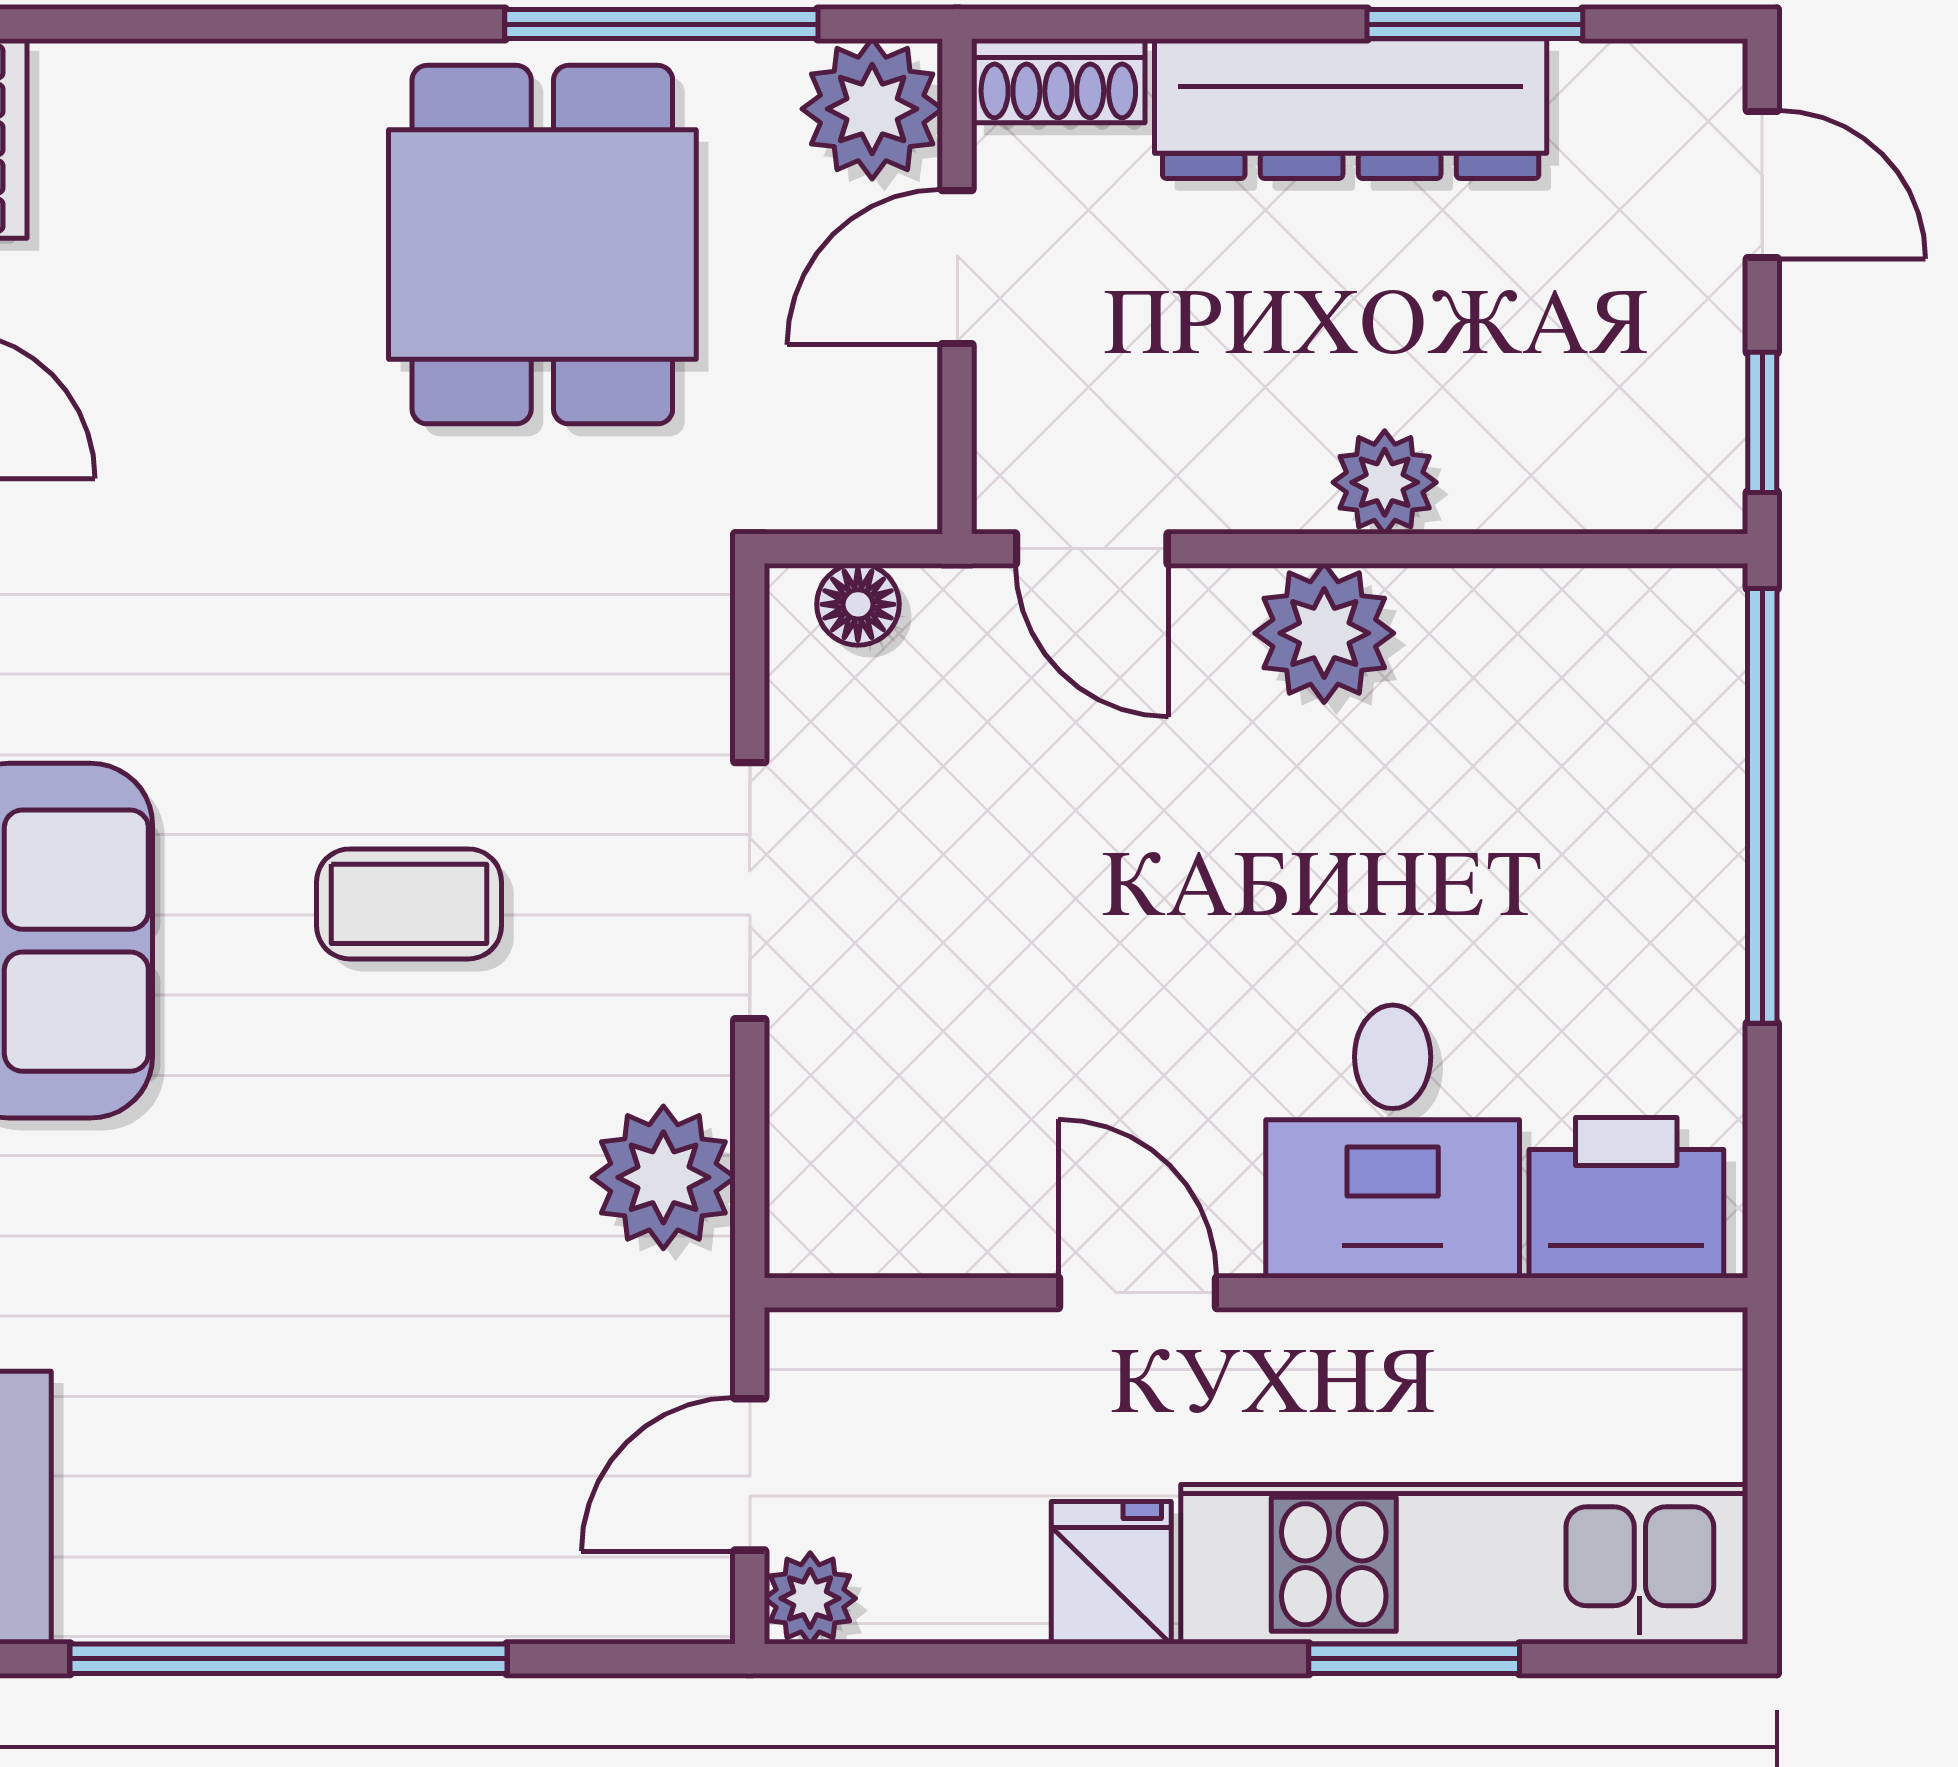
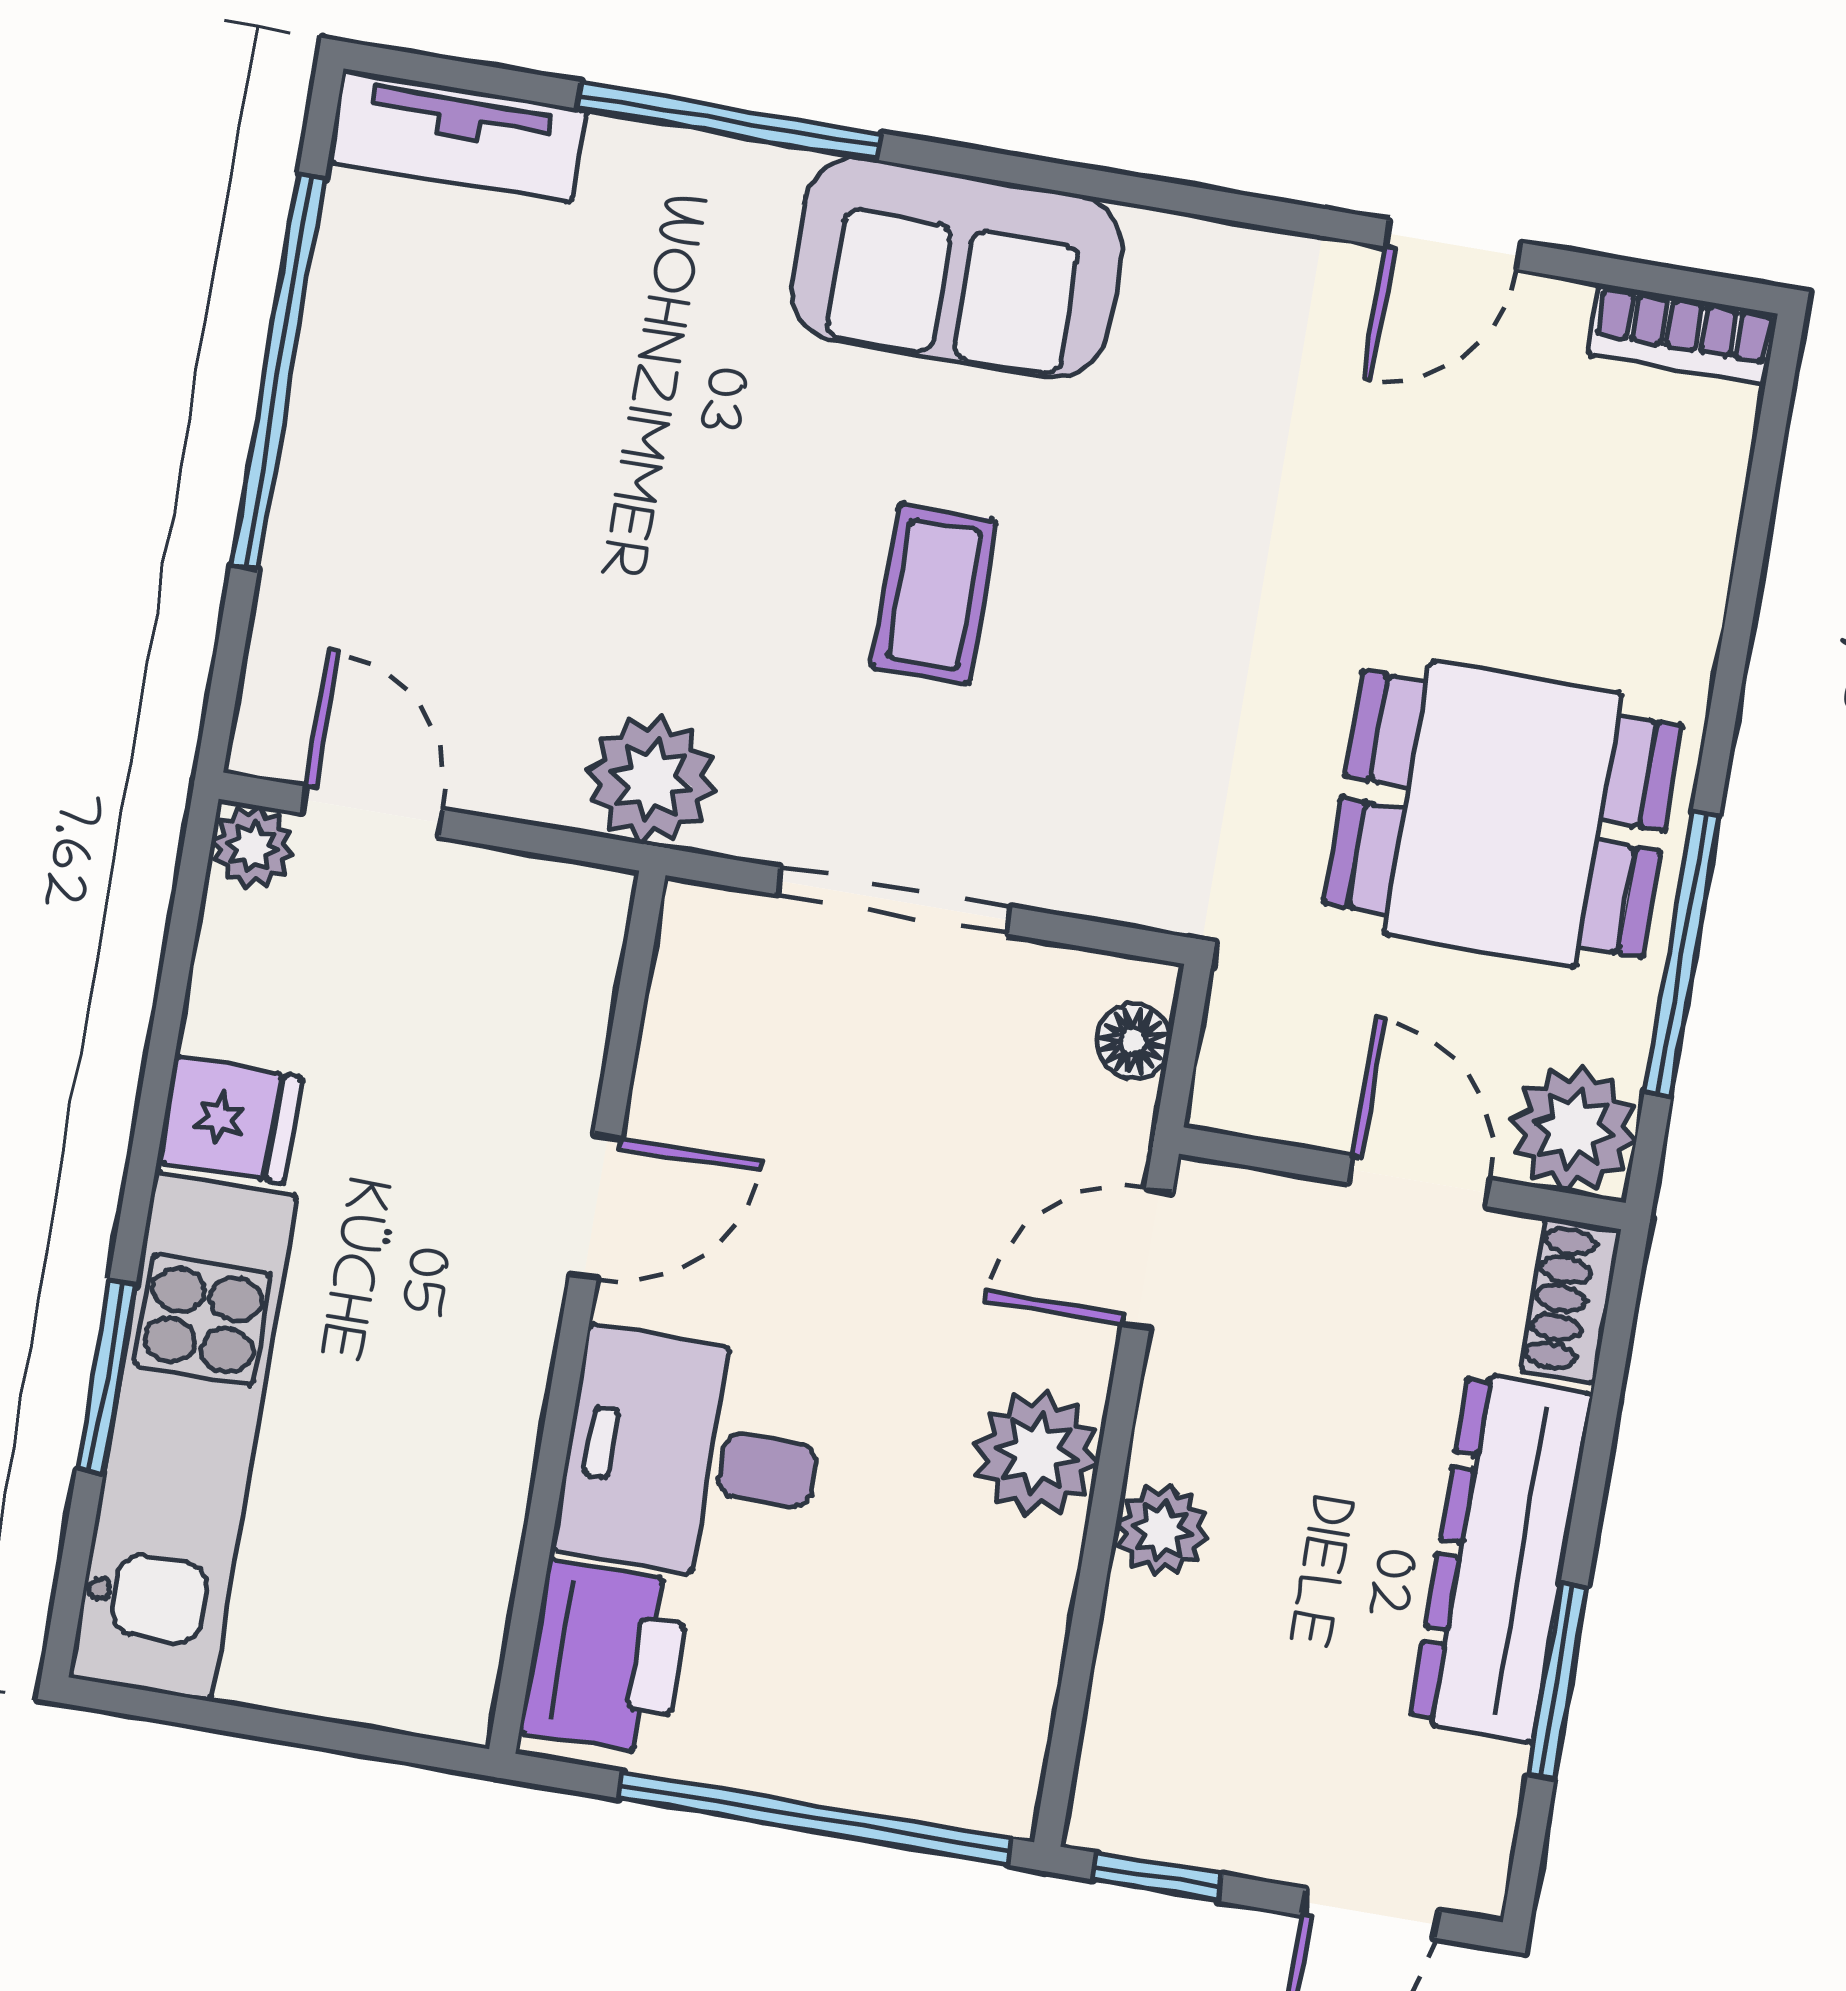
desk: (1393, 1142) -> (692, 1457), moved
printer: (1626, 1198) -> (606, 1658), moved
door: (1138, 1293) -> (595, 1206), moved
wall: (1256, 1293) -> (577, 1312), moved

